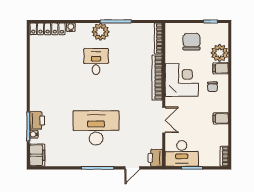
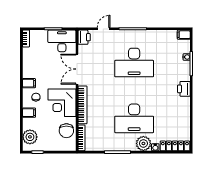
plant: (100, 32) -> (143, 143), moved
chair: (192, 42) -> (66, 131), moved
plant: (220, 53) -> (30, 137), moved
desk: (96, 62) -> (134, 118), width x1.87, depth x1.30
filing cabinet: (221, 118) -> (29, 83), moved
printer: (37, 120) -> (184, 89), moved
double door: (164, 120) -> (77, 69), width x1.37
filing cabinet: (37, 155) -> (184, 35), width x0.50

